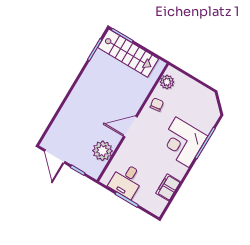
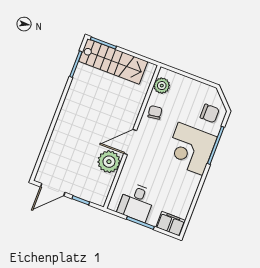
chair: (205, 114) -> (210, 113), added
plant: (103, 151) -> (109, 162), moved
door: (55, 156) -> (53, 190), hinge flipped
filing cabinet: (168, 187) -> (171, 224), moved, turned 90

